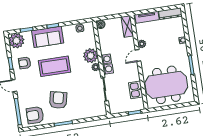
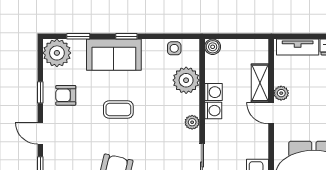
shelving: (127, 26) -> (260, 83), moved
door: (138, 55) -> (271, 113), hinge flipped
plant: (91, 56) -> (186, 80), moved
coffee table: (55, 66) -> (118, 110), width x0.54, depth x0.58
washing machine: (108, 69) -> (213, 92), moved

